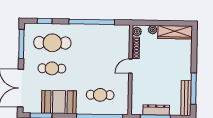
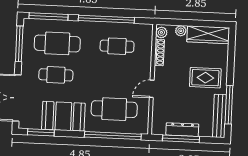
window: (45, 21) -> (49, 16), width x2.17
cafe table: (101, 44) -> (117, 46), added
door: (130, 66) -> (152, 89), moved
rug: (174, 67) -> (205, 78), added
cafe table: (100, 95) -> (114, 109), width x1.37, depth x1.35

